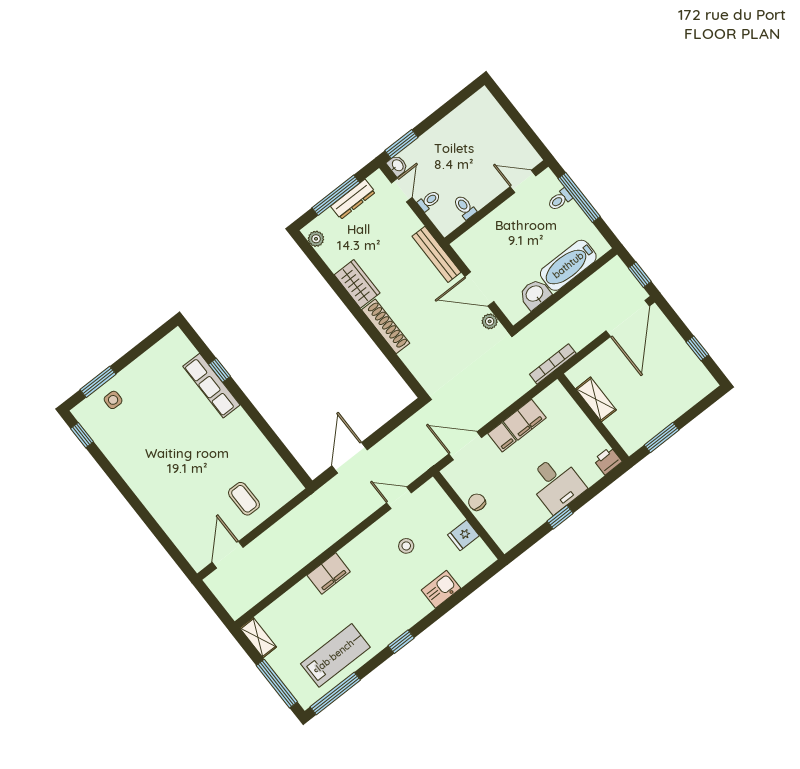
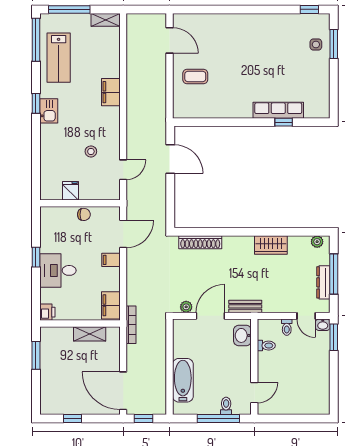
bench: (436, 254) -> (245, 306), width x0.73
washbasin: (535, 294) -> (242, 335), moved, turned 180
shoe rack: (386, 326) -> (200, 242), moved
filing cabinet: (525, 420) -> (111, 305), moved
kitchen sink: (441, 589) -> (49, 111), moved

